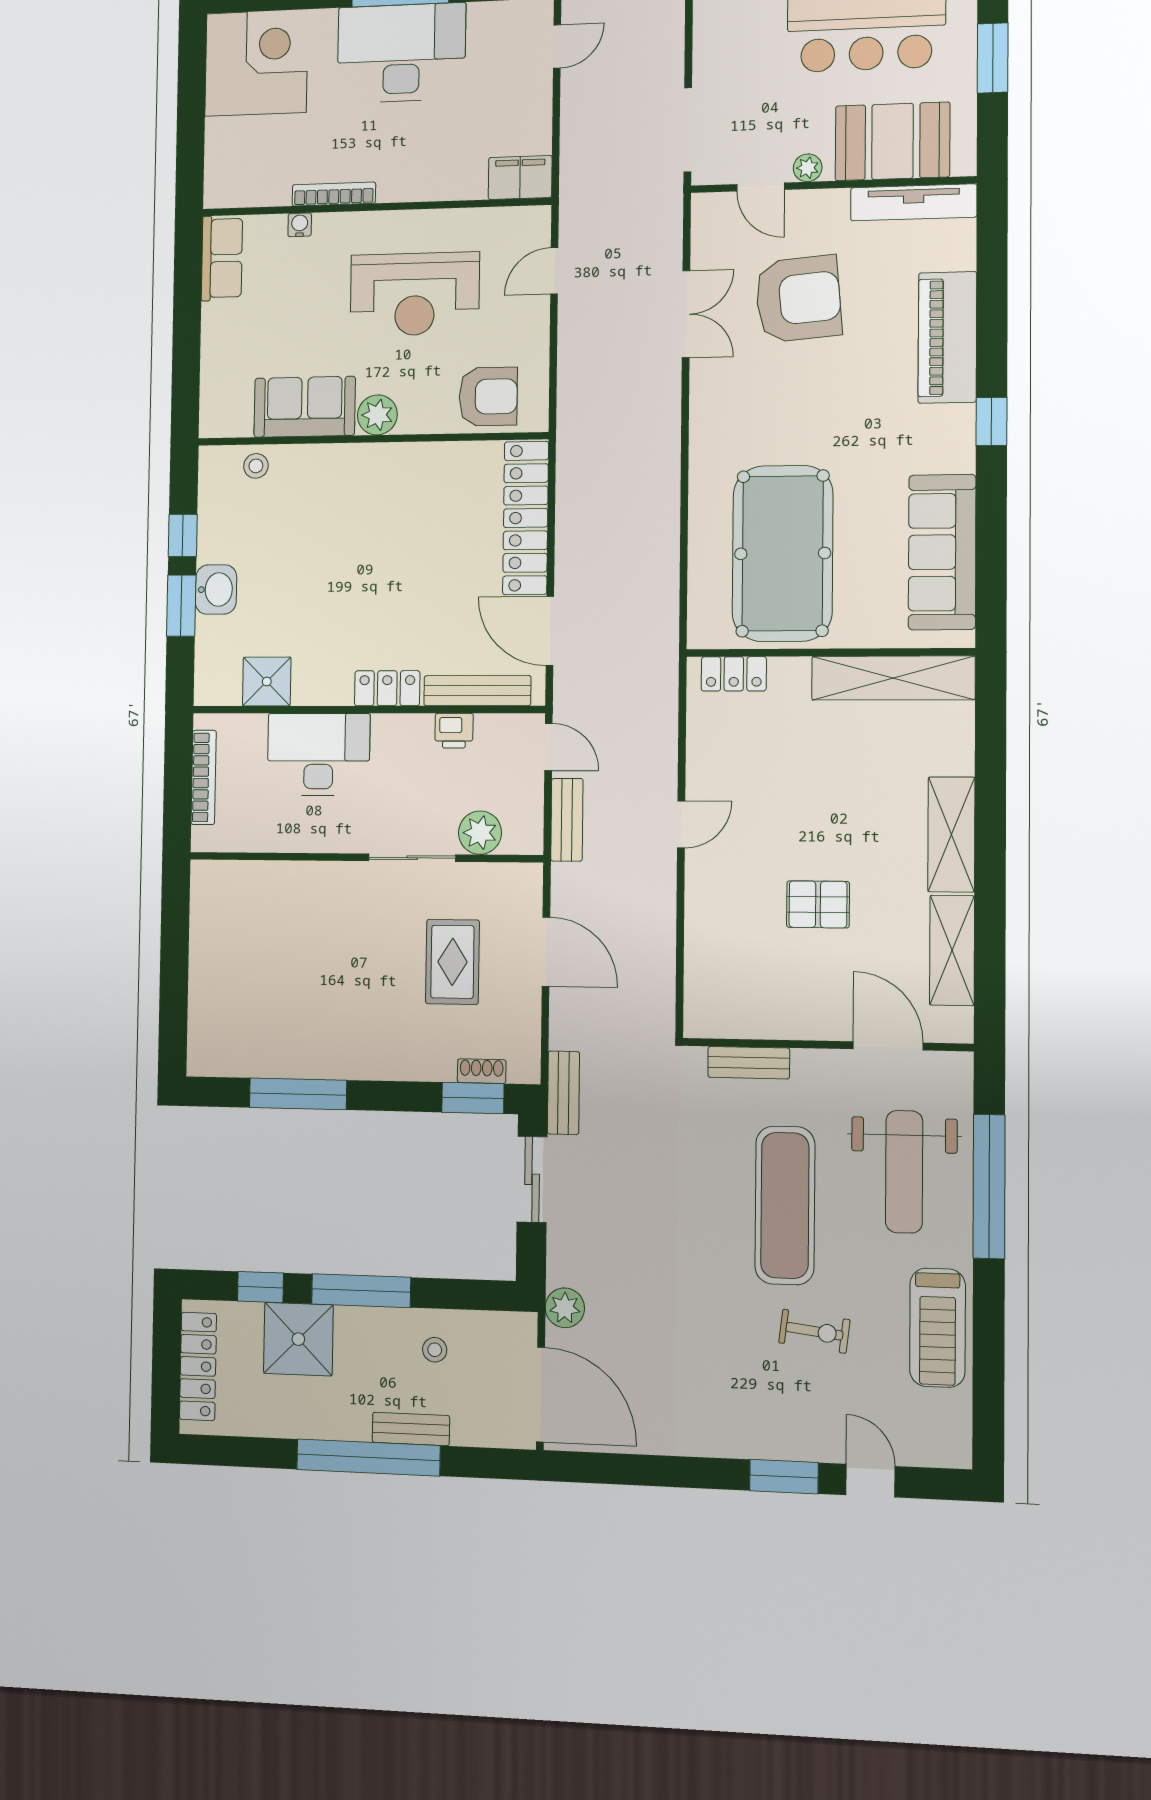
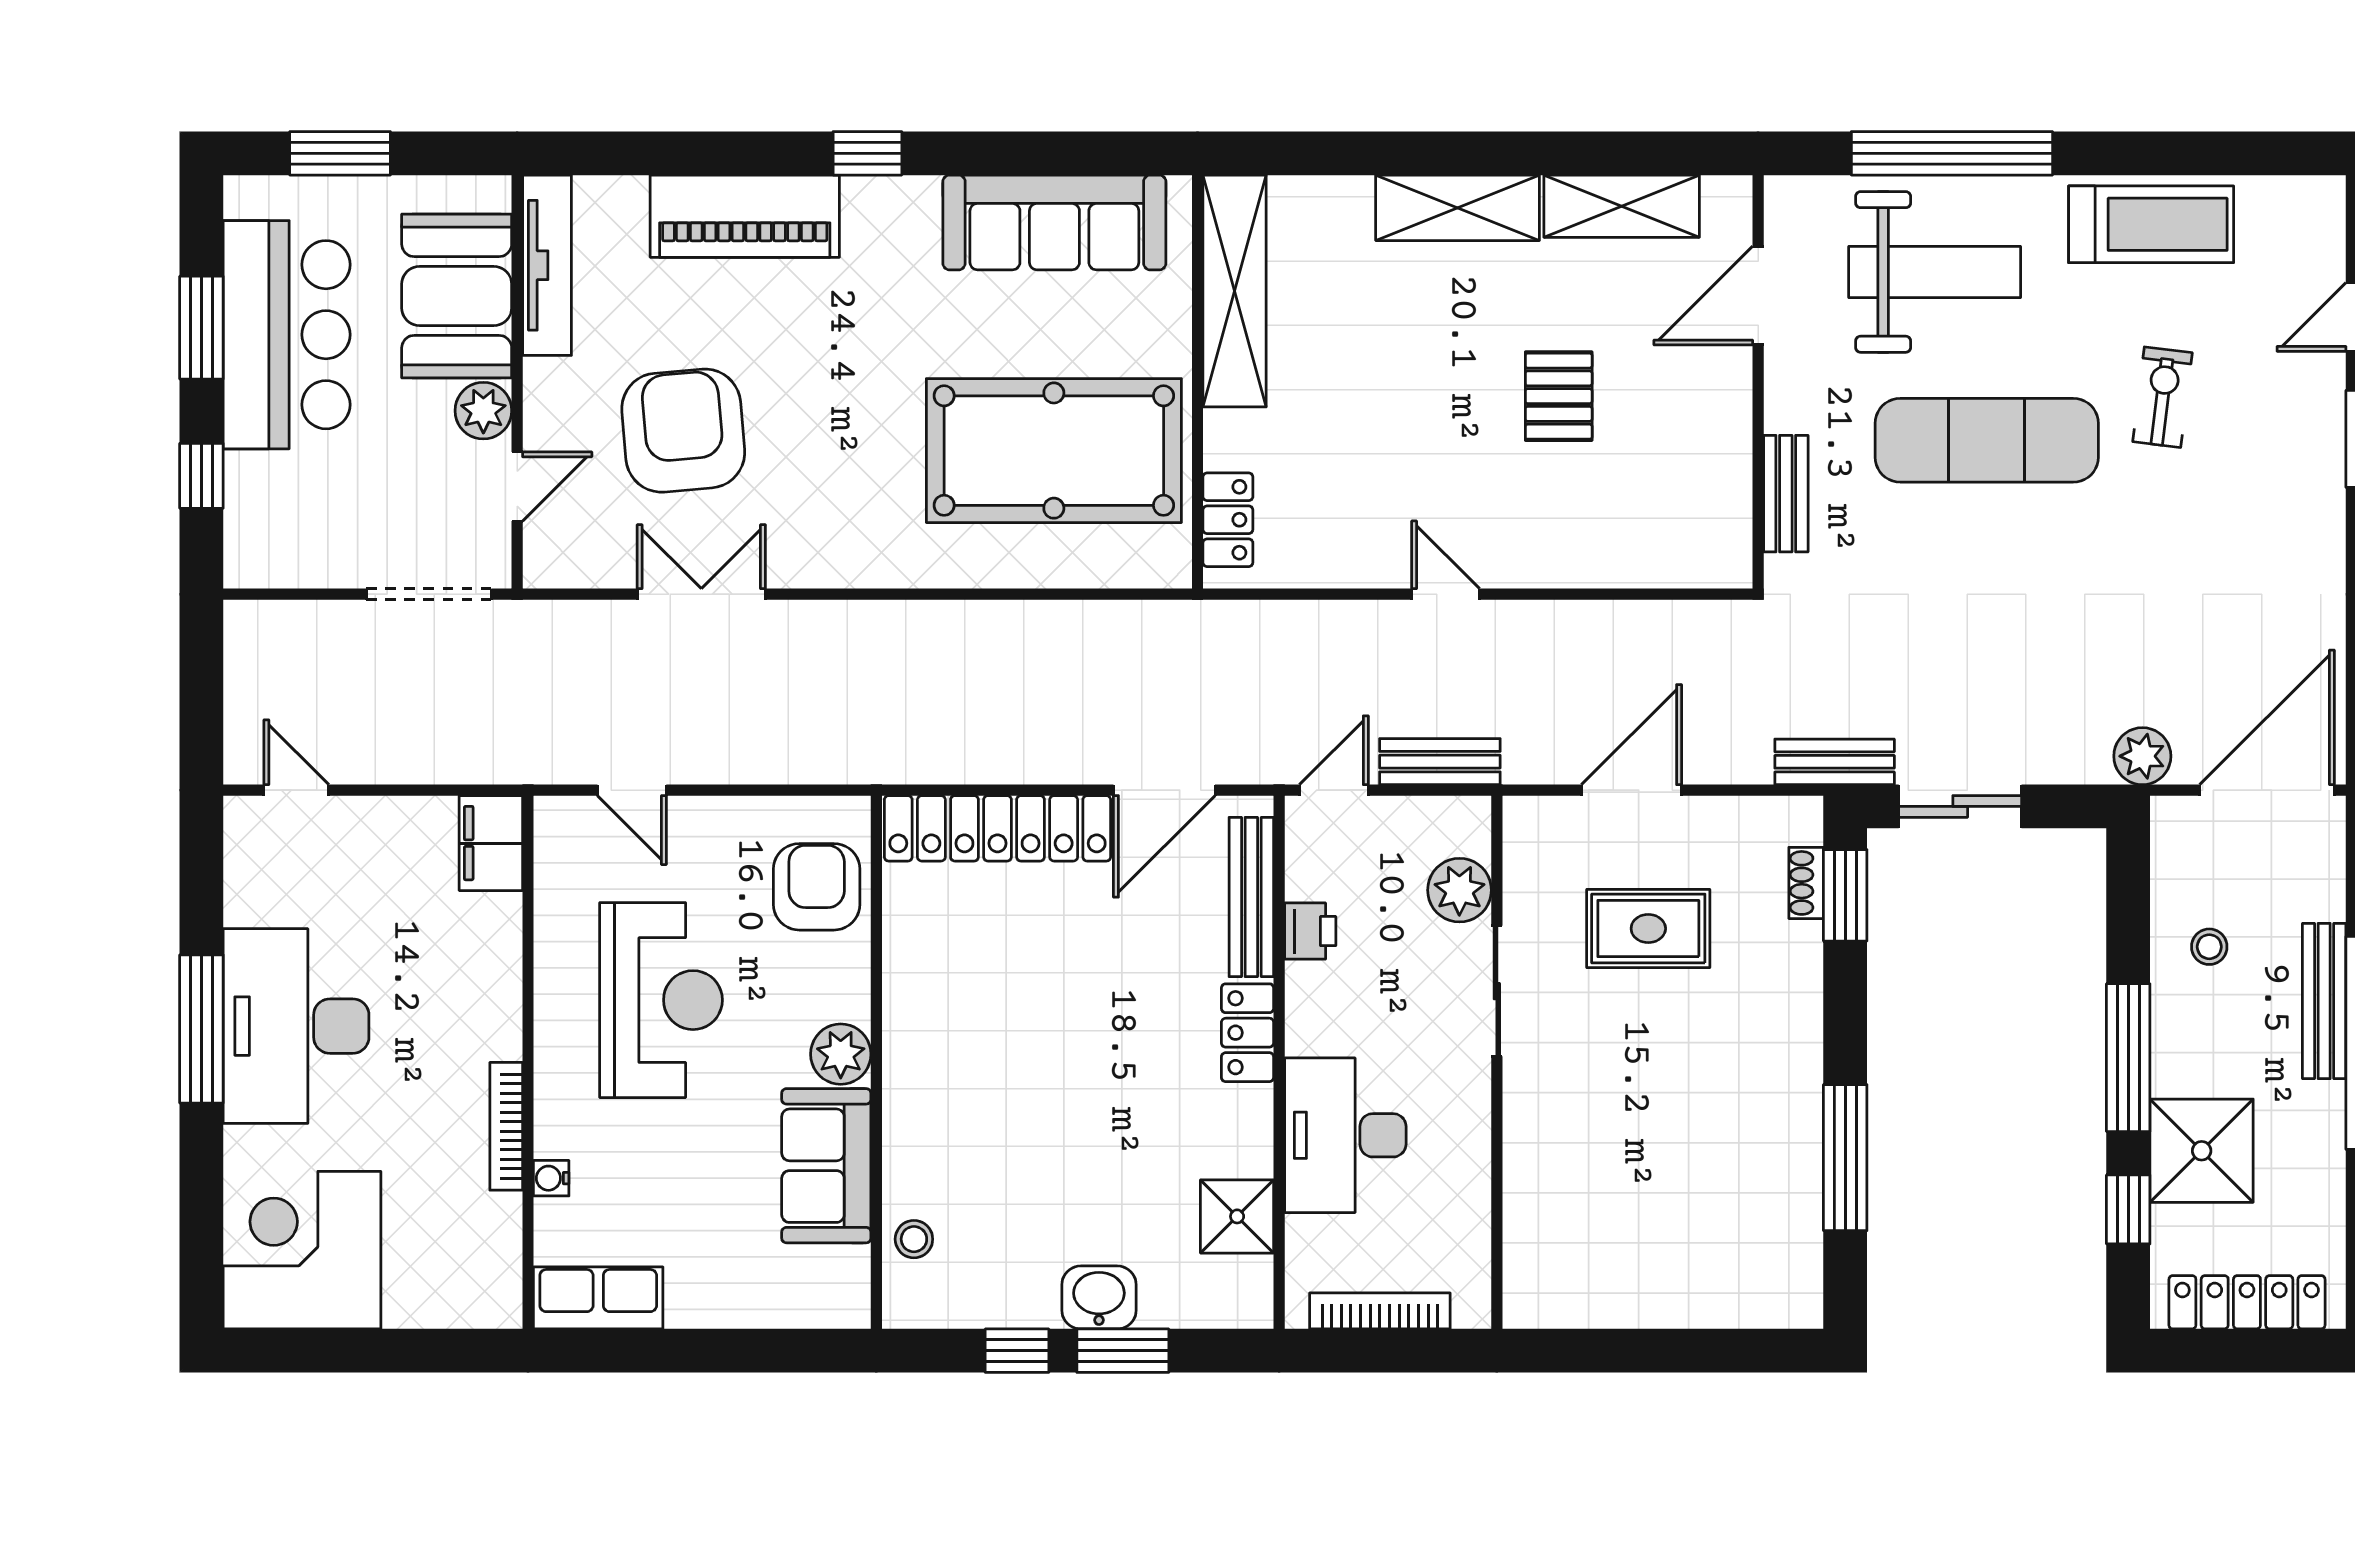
plant: (808, 168) -> (483, 411), width x1.38, depth x1.38
bench: (411, 1429) -> (2324, 1001), width x1.36

